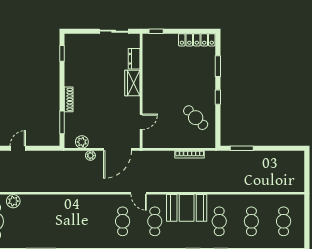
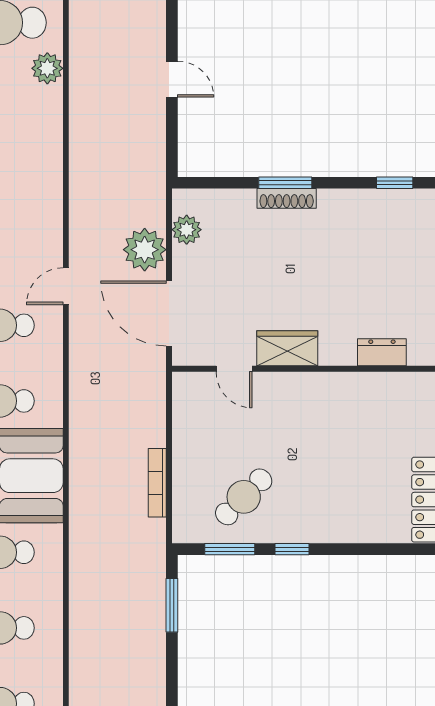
window: (218, 66) -> (230, 549), moved
wardrobe: (132, 83) -> (287, 348), moved
window: (62, 122) -> (285, 183), moved
plant: (90, 156) -> (145, 250), width x1.88, depth x1.88
door: (139, 193) -> (66, 286), moved

